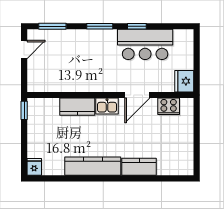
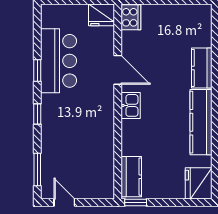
window: (100, 26) -> (37, 114), width x0.67
cooker: (169, 106) -> (131, 17), moved
kitchen counter: (77, 107) -> (131, 177), moved
fridge: (34, 167) -> (199, 183), width x1.88, depth x1.34

